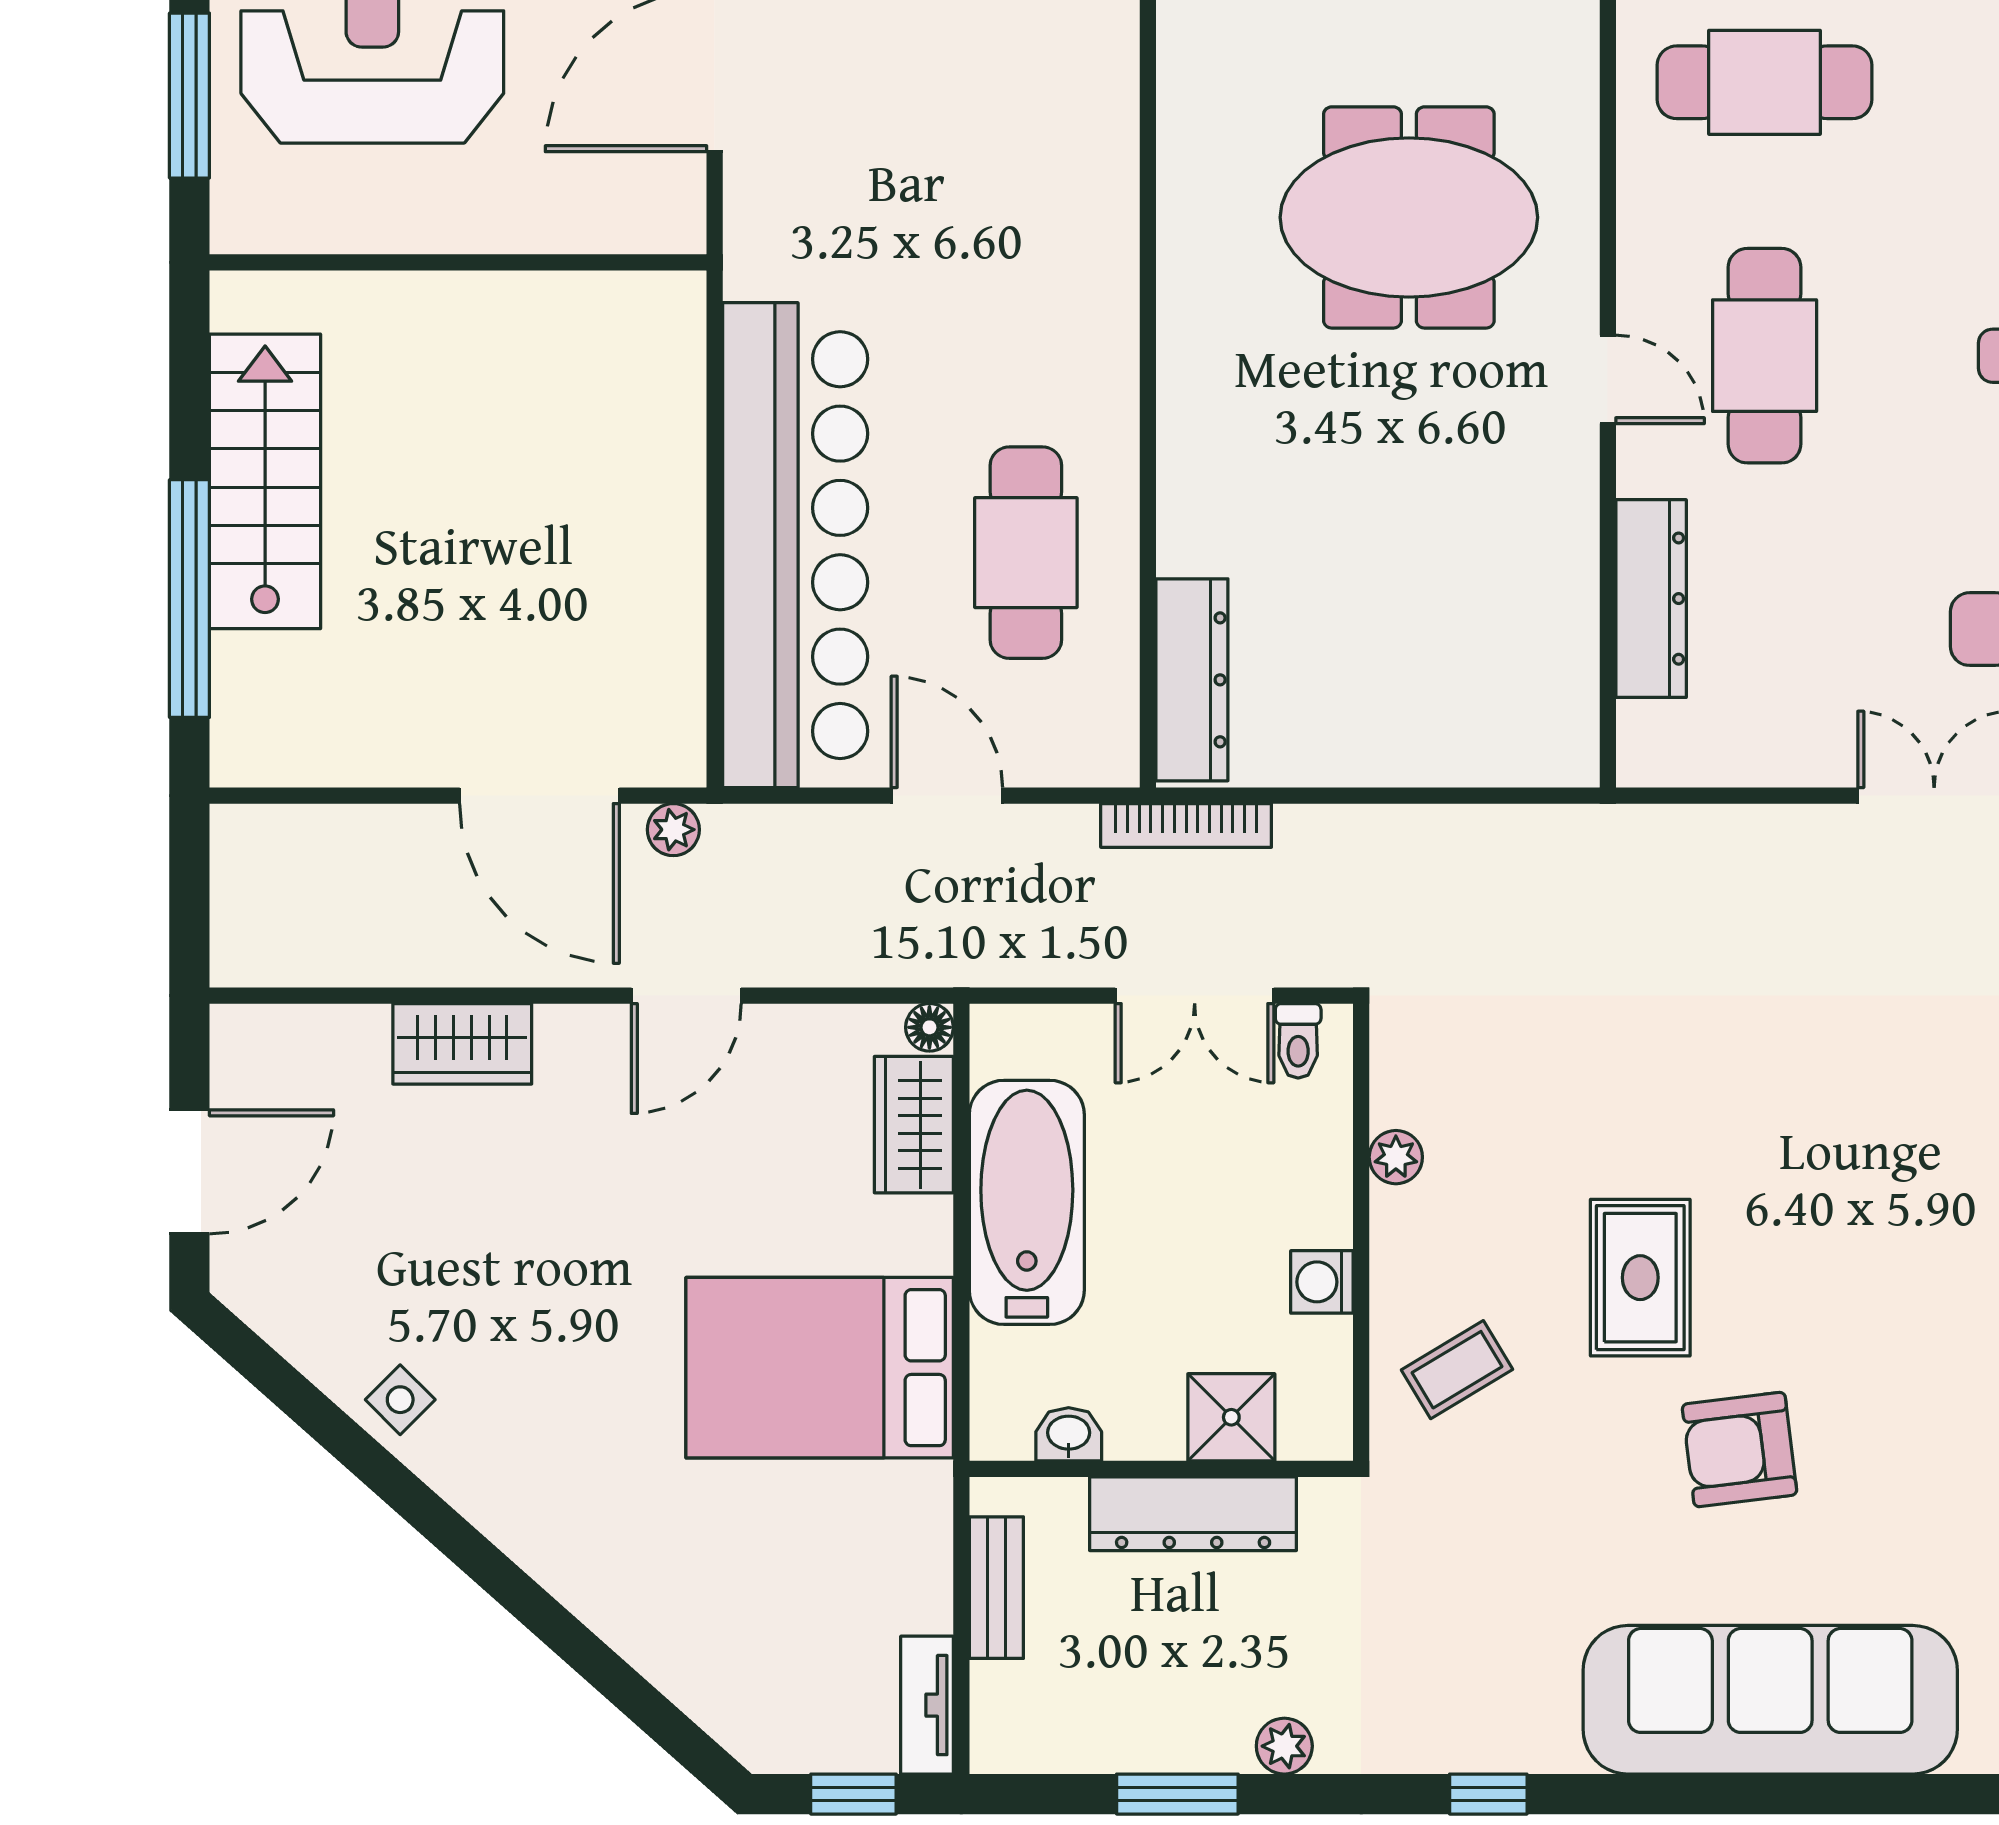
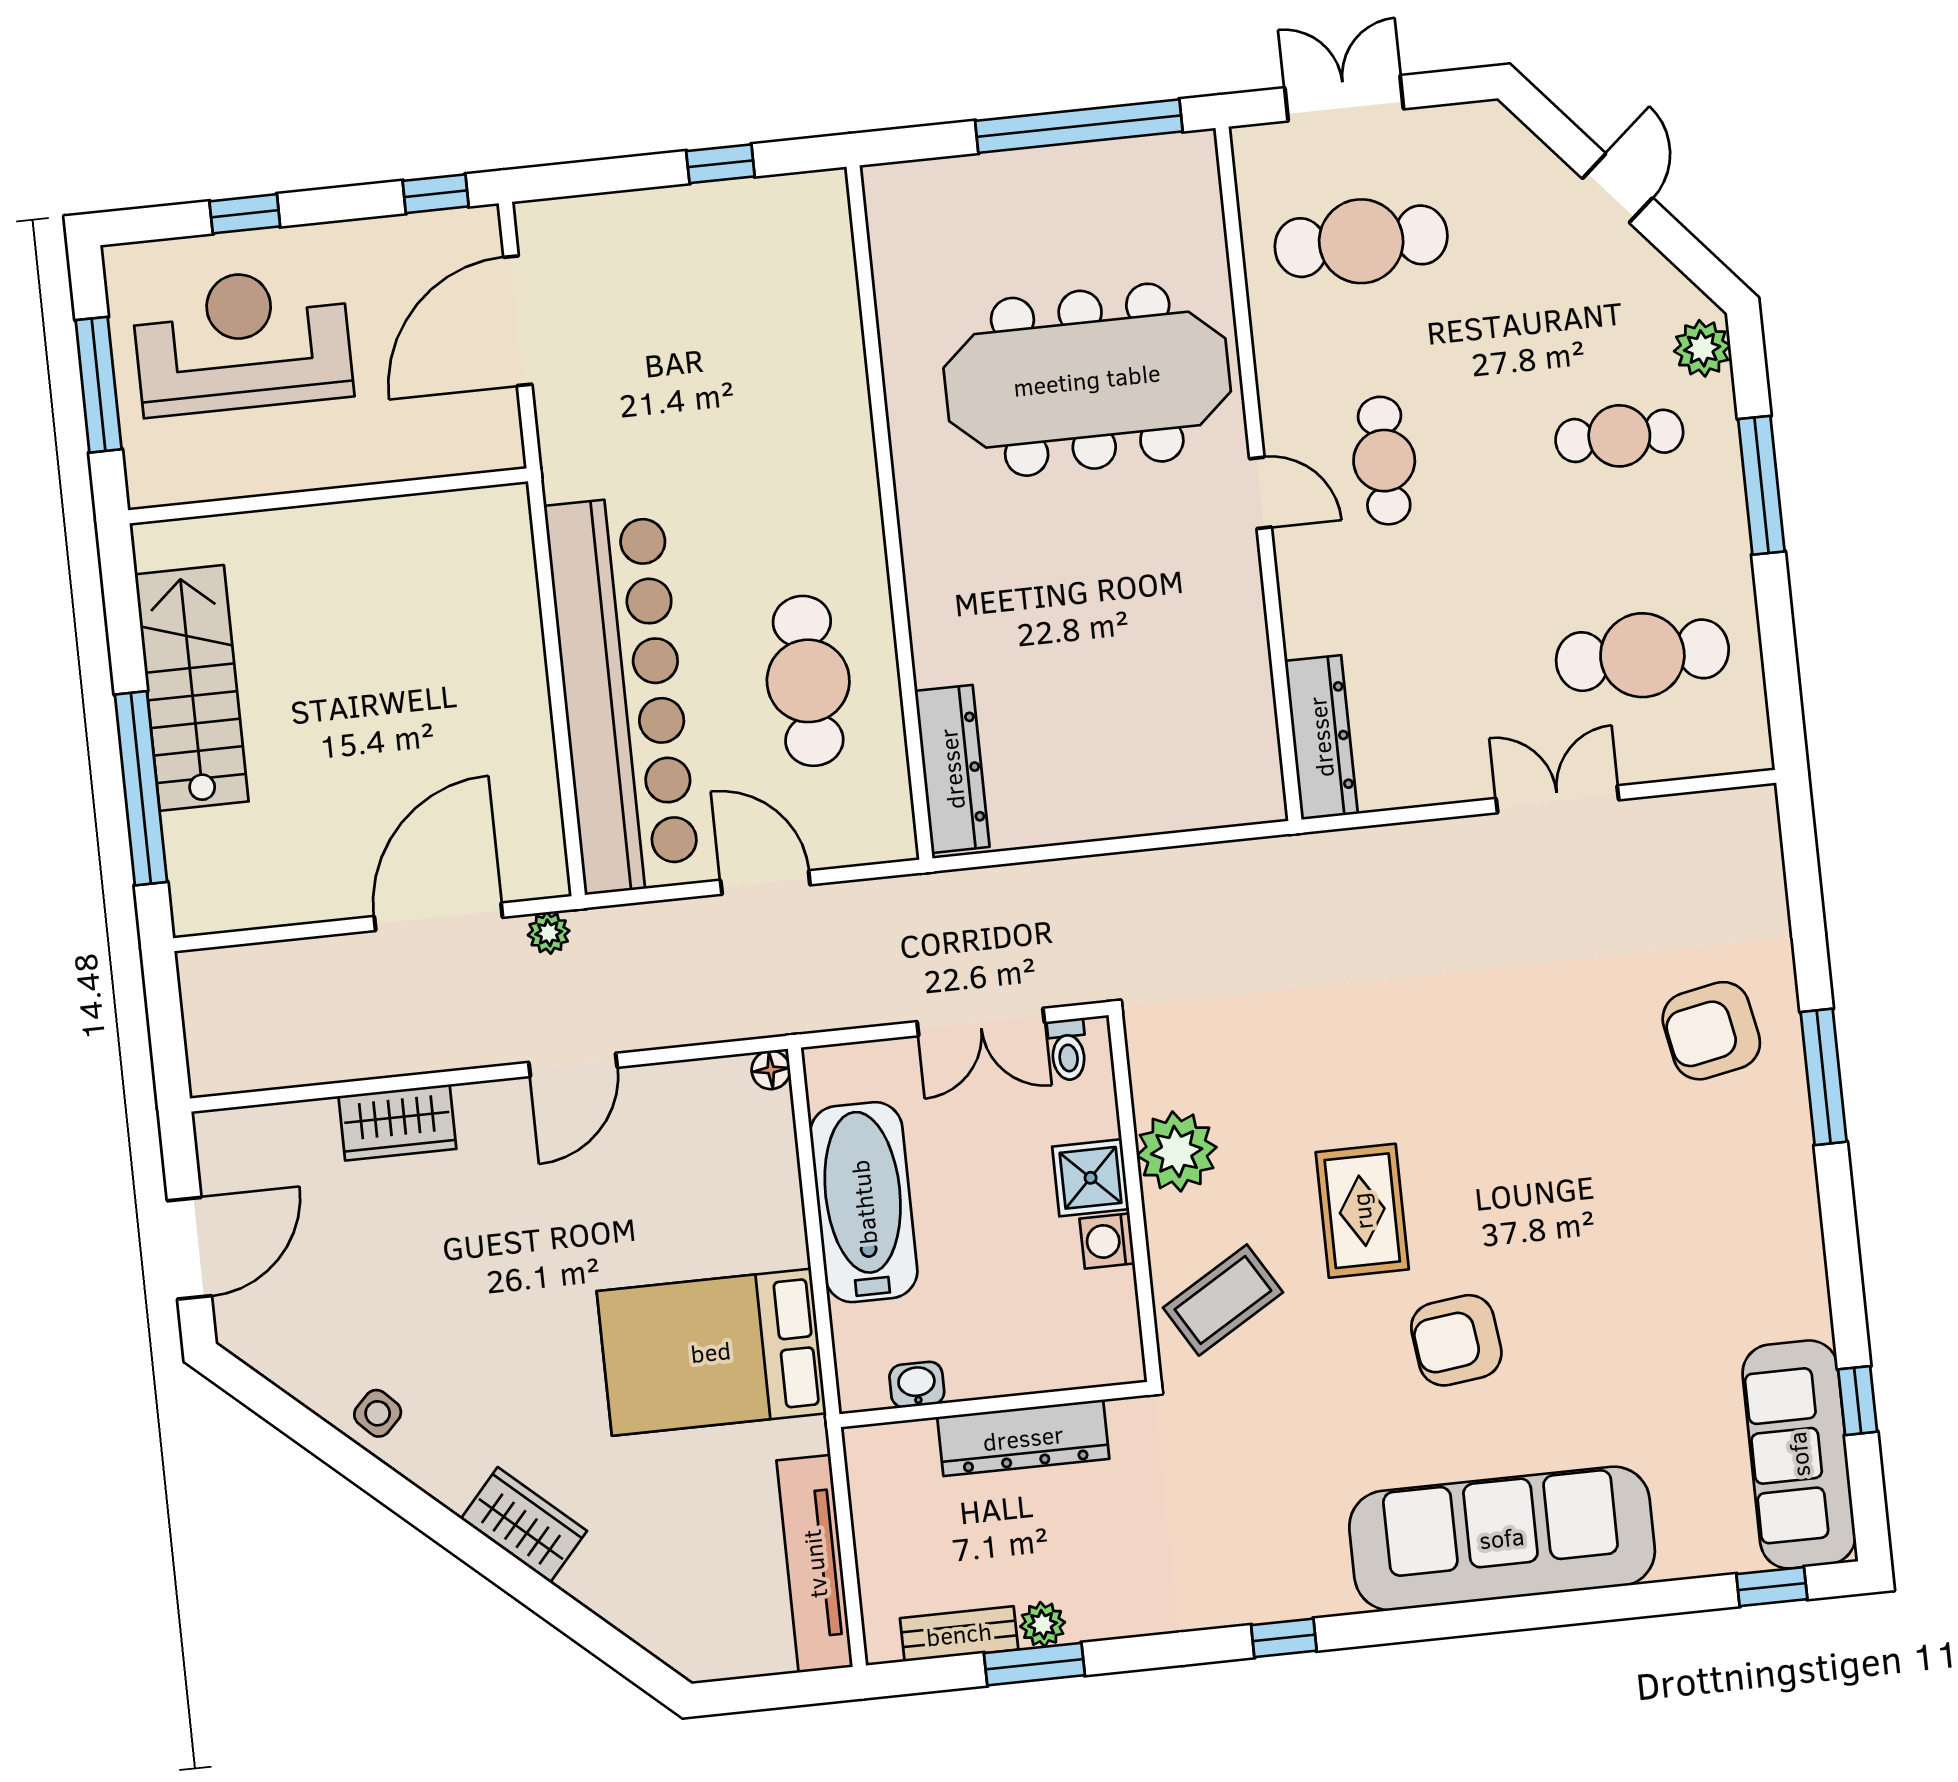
meeting table: (1409, 217) -> (1087, 380), width x1.36
cafe table: (1765, 356) -> (1384, 461), width x0.73, depth x0.74
dresser: (1651, 599) -> (1321, 737), moved
door: (539, 796) -> (438, 917), swing flipped
bookcase: (1186, 825) -> (960, 886), removed
wardrobe: (914, 1125) -> (524, 1525), moved, turned 132
plant: (1396, 1157) -> (1177, 1151), width x1.88, depth x1.88
coffee table: (1457, 1370) -> (1223, 1300), width x1.36, depth x1.30
shower: (1231, 1417) -> (1091, 1178), moved
bench: (996, 1588) -> (959, 1634), moved, turned 90
tv unit: (927, 1705) -> (815, 1564), width x1.92, depth x1.29
plant: (1284, 1746) -> (1043, 1624), moved
window: (853, 1794) -> (774, 1691), removed

